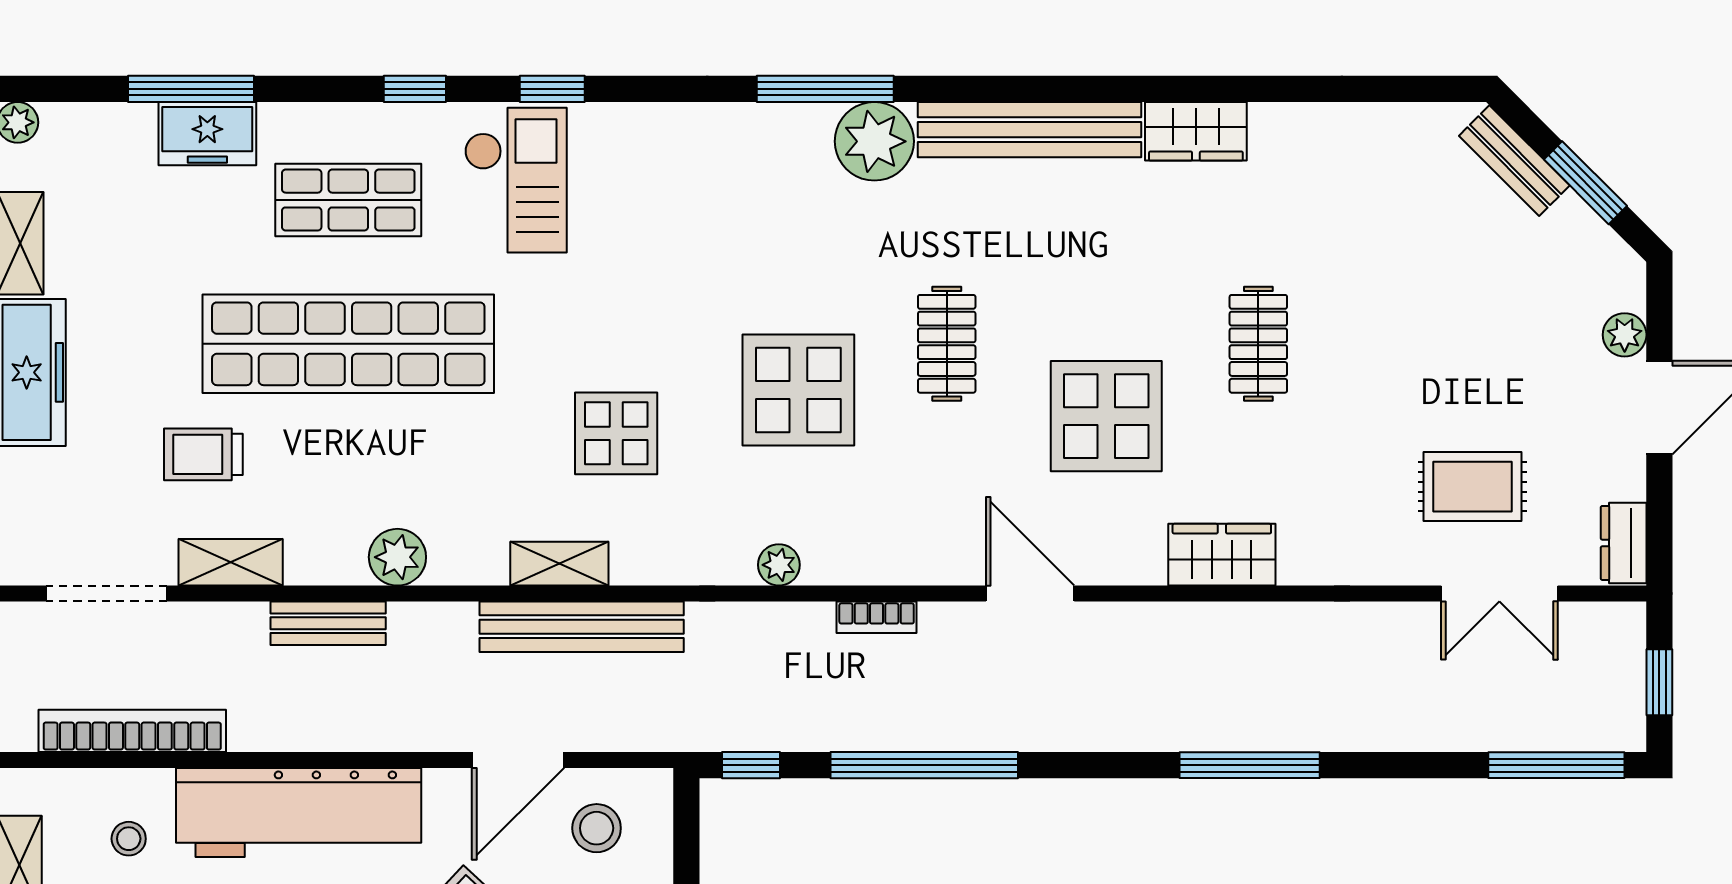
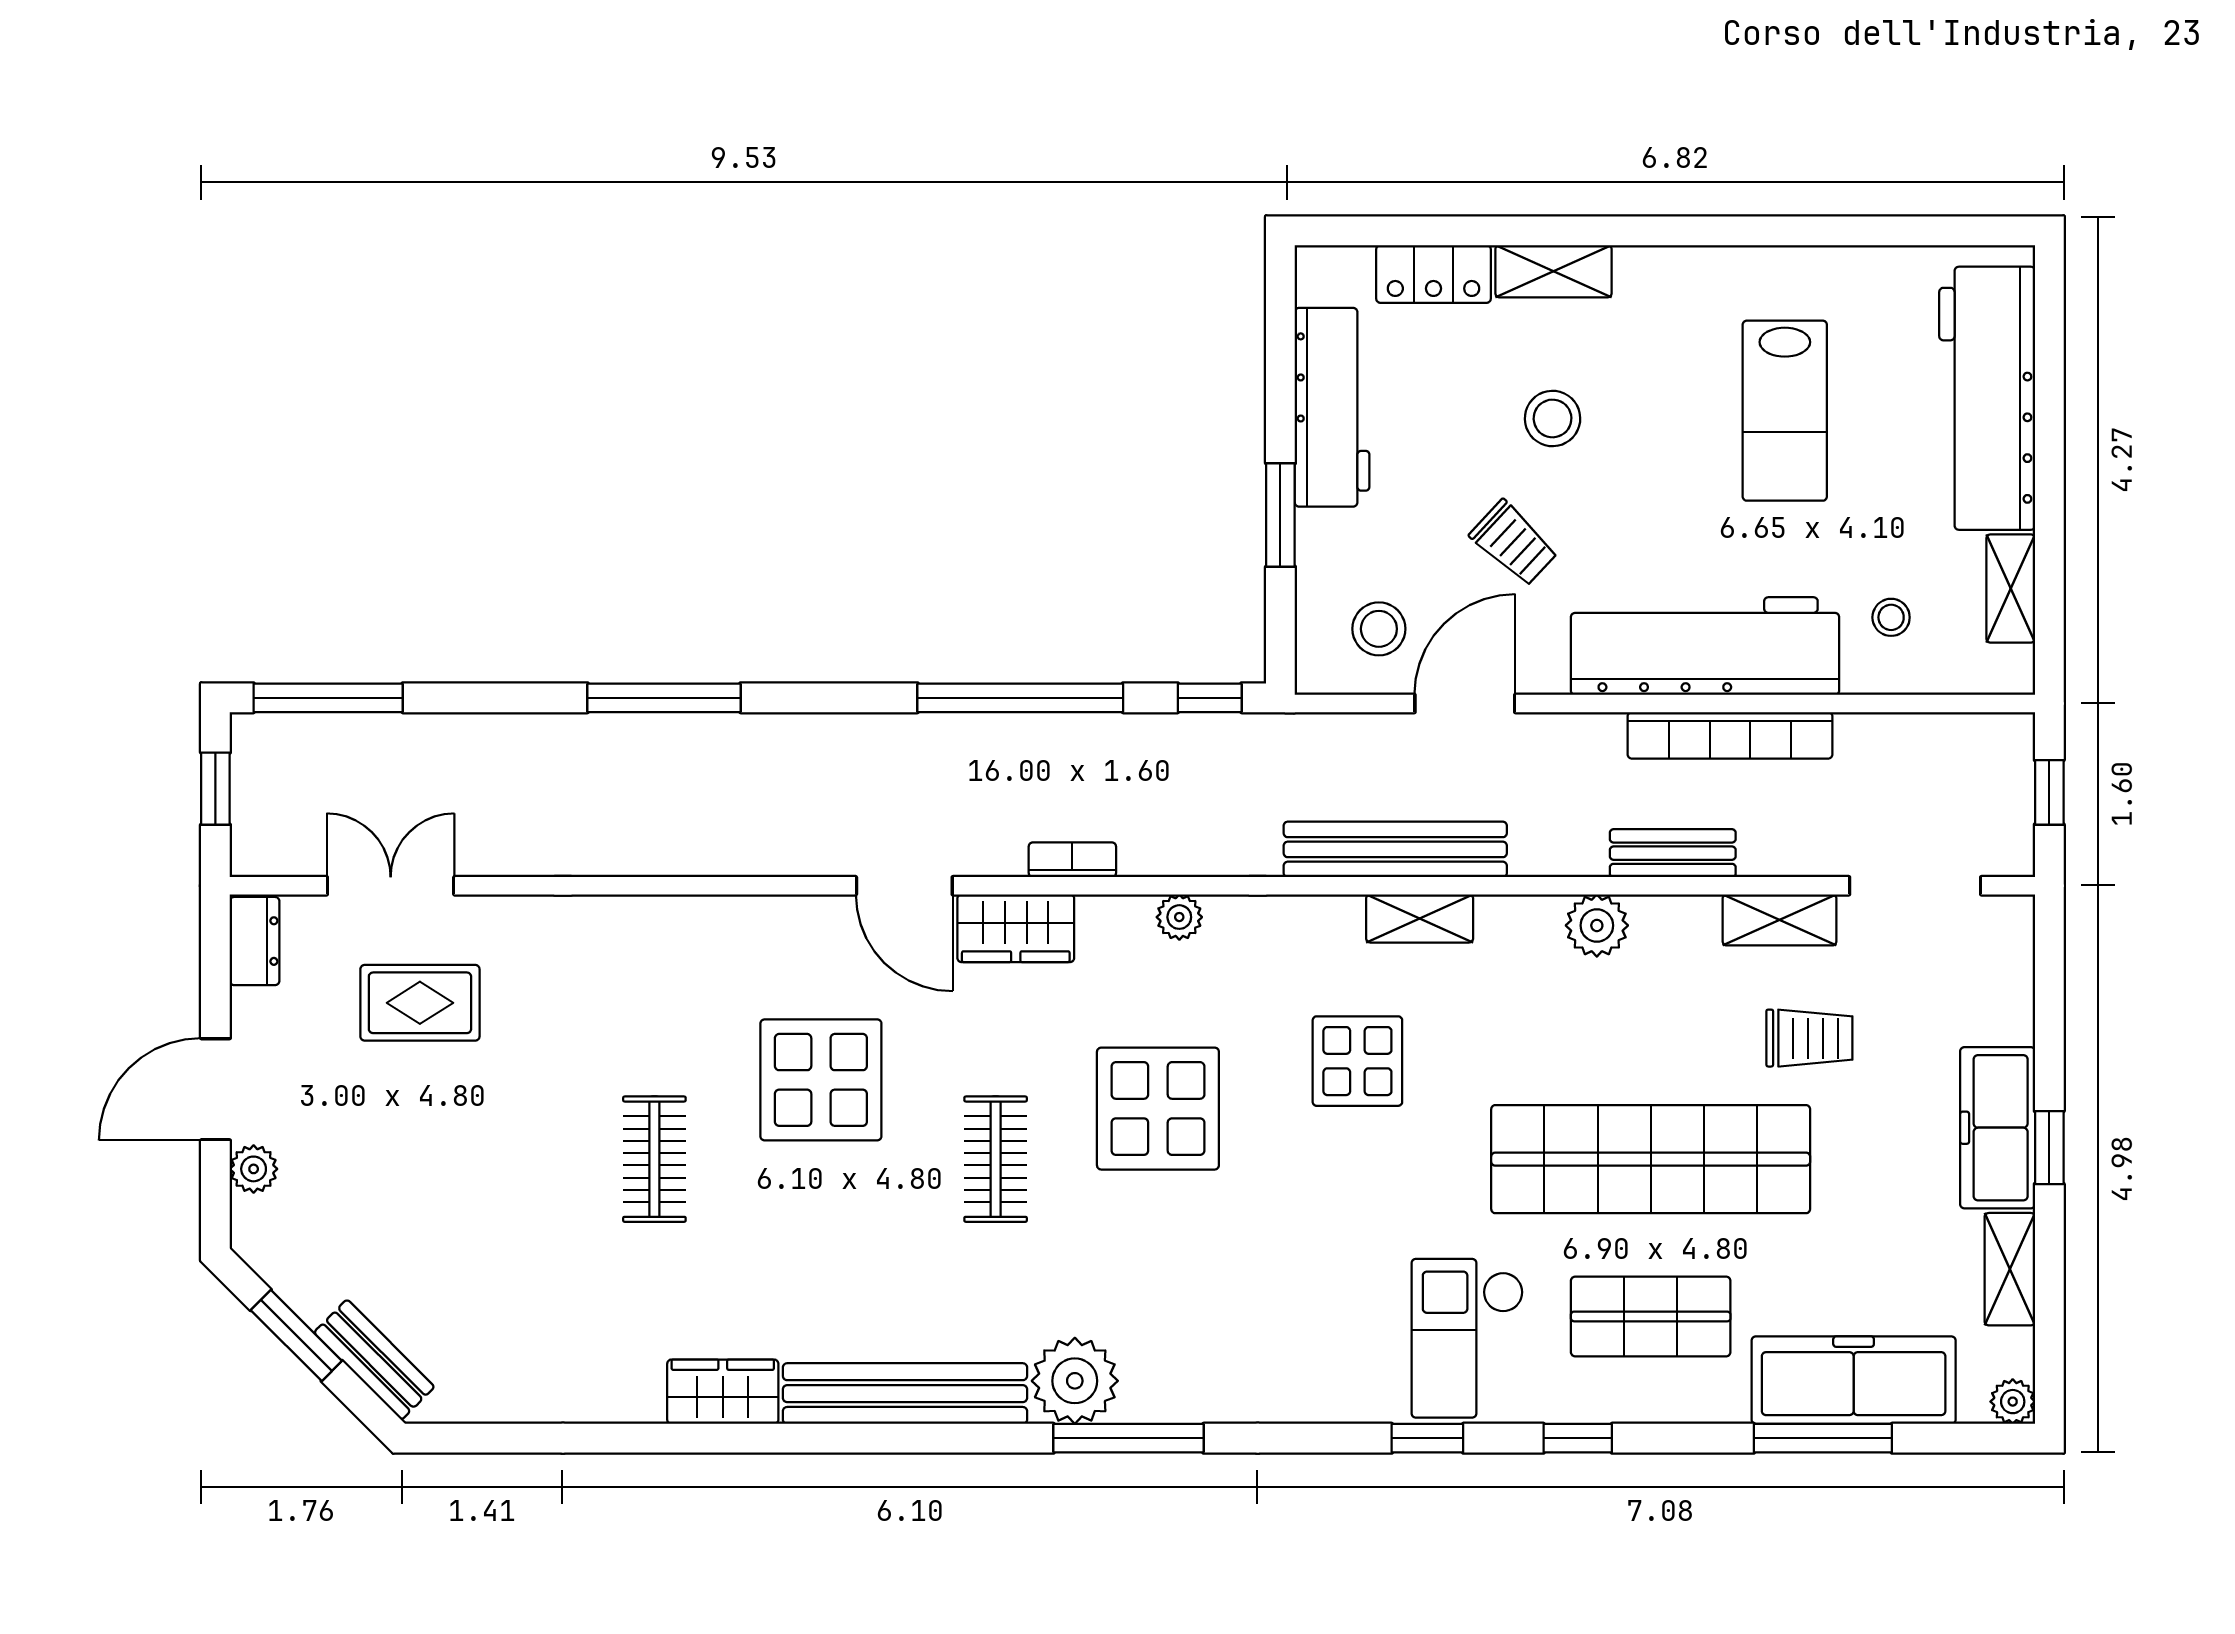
freezer: (207, 134) -> (1854, 1380), width x1.91, depth x1.26
wardrobe: (1222, 555) -> (1016, 928), moved
bookcase: (132, 731) -> (1730, 735), moved

